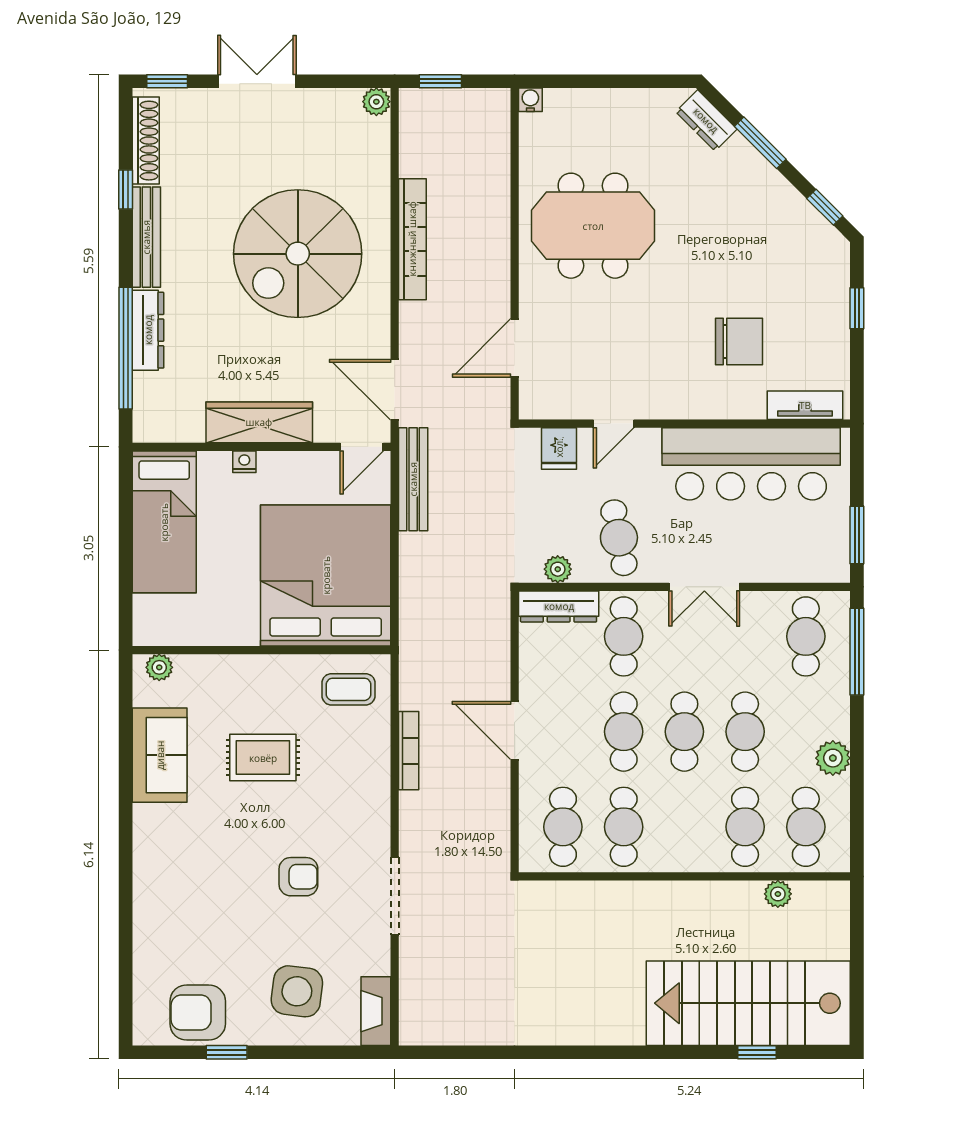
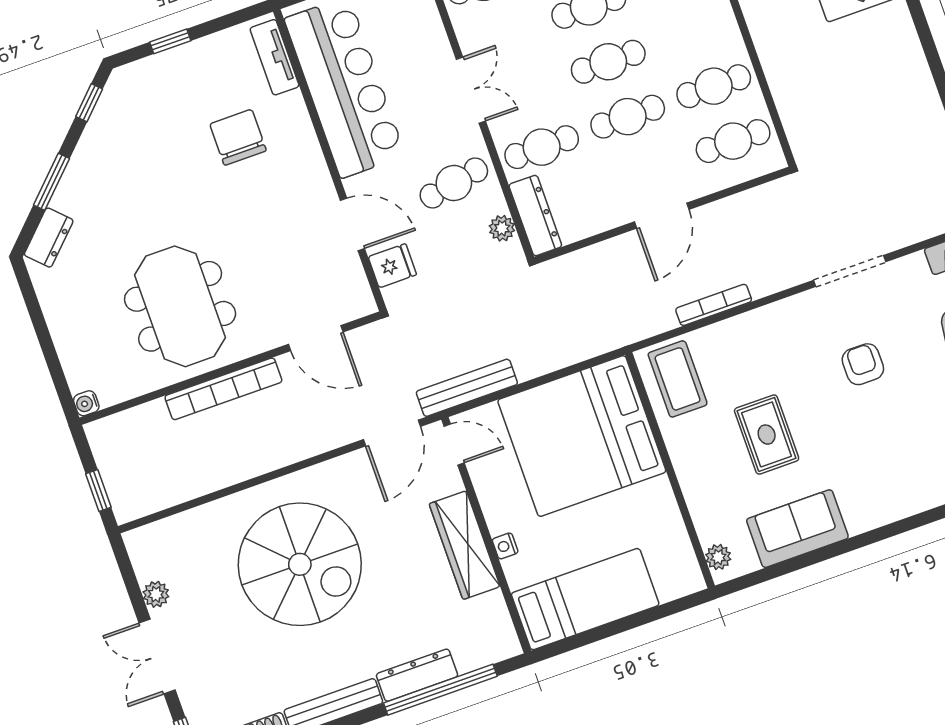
plant: (376, 102) -> (156, 594), moved
bookcase: (412, 239) -> (223, 389), moved, turned 180
door: (614, 424) -> (352, 224), width x1.38
coffee table: (348, 689) -> (678, 379), width x1.36, depth x1.30

